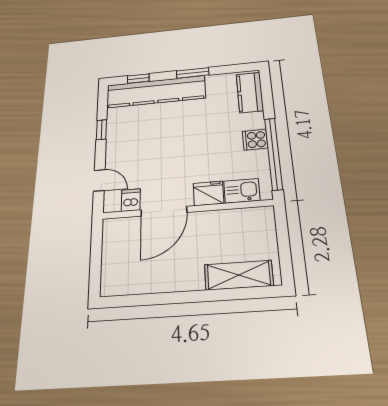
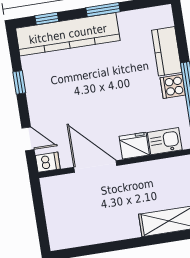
kitchen counter: (250, 92) -> (167, 51), moved
dishwasher: (131, 200) -> (48, 162), moved, turned 90
door: (164, 211) -> (95, 166), swing flipped

